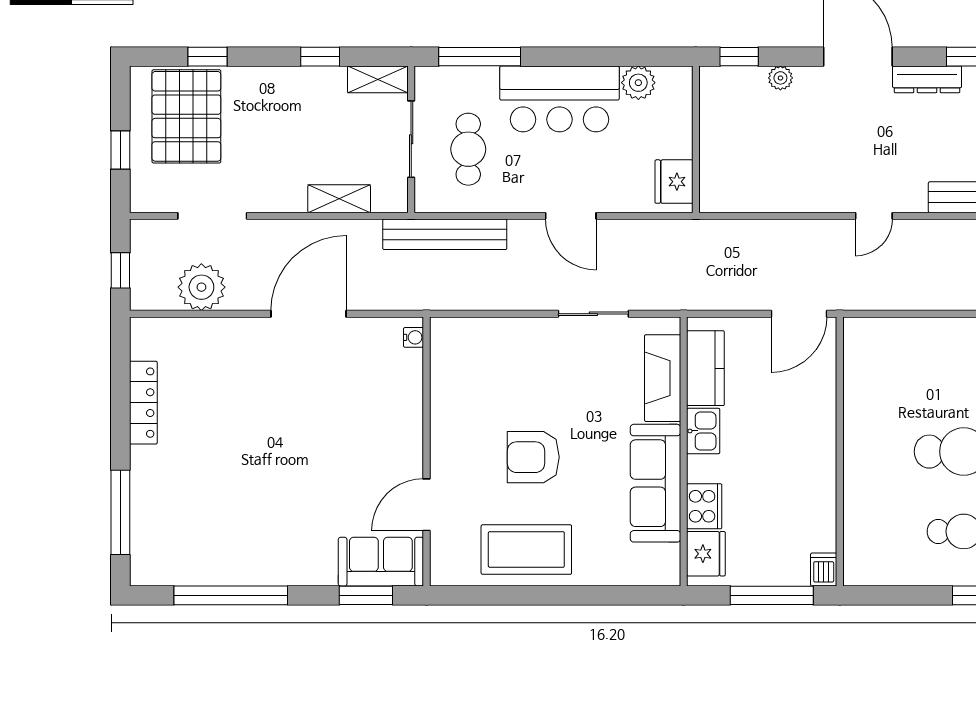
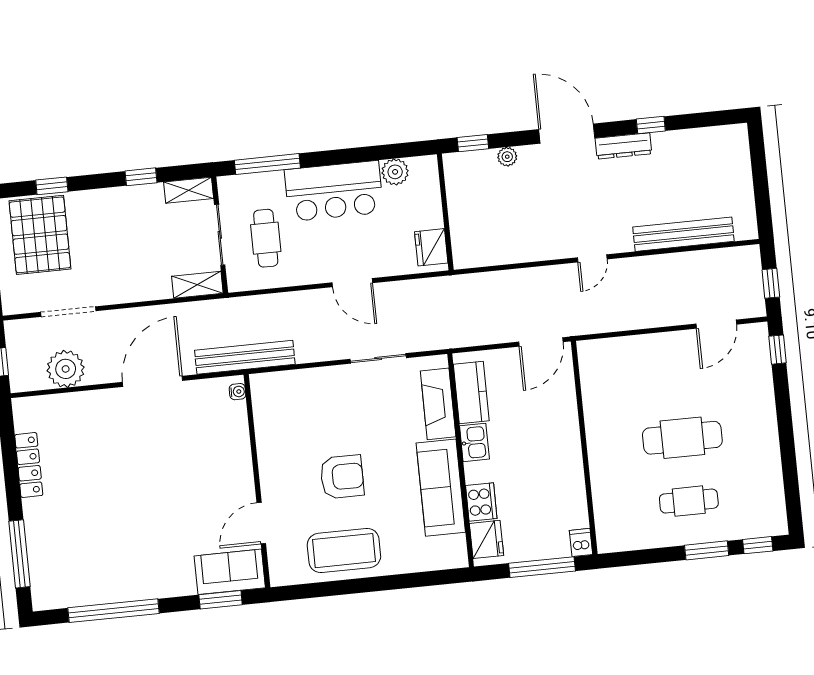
shelving: (339, 199) -> (197, 285), moved
bench: (445, 234) -> (245, 357), moved
armchair: (533, 457) -> (342, 477), turned 180

